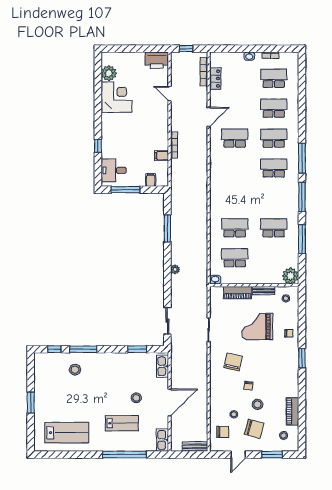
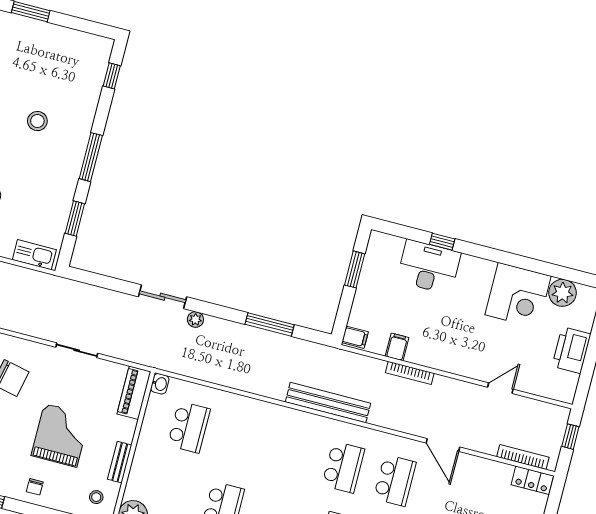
printer: (157, 60) -> (571, 350), moved
locker: (215, 79) -> (532, 480), moved
desk: (114, 170) -> (429, 267), moved, width x1.37
filing cabinet: (151, 180) -> (355, 337), moved
bench: (202, 185) -> (328, 403), added
window: (125, 190) -> (355, 269), width x0.69
school desk: (235, 228) -> (343, 467), moved
piano: (238, 293) -> (134, 393), moved
sliding door: (167, 321) -> (162, 297), moved
window: (83, 349) -> (91, 157), moved
stool: (75, 370) -> (37, 121), moved

